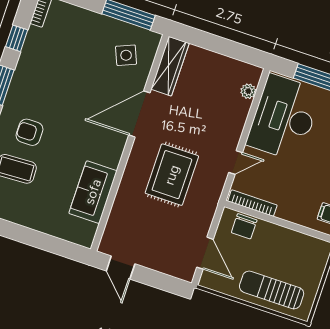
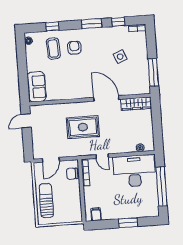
side table: (126, 55) -> (120, 57), moved
sofa: (93, 192) -> (37, 87), moved, turned 90

